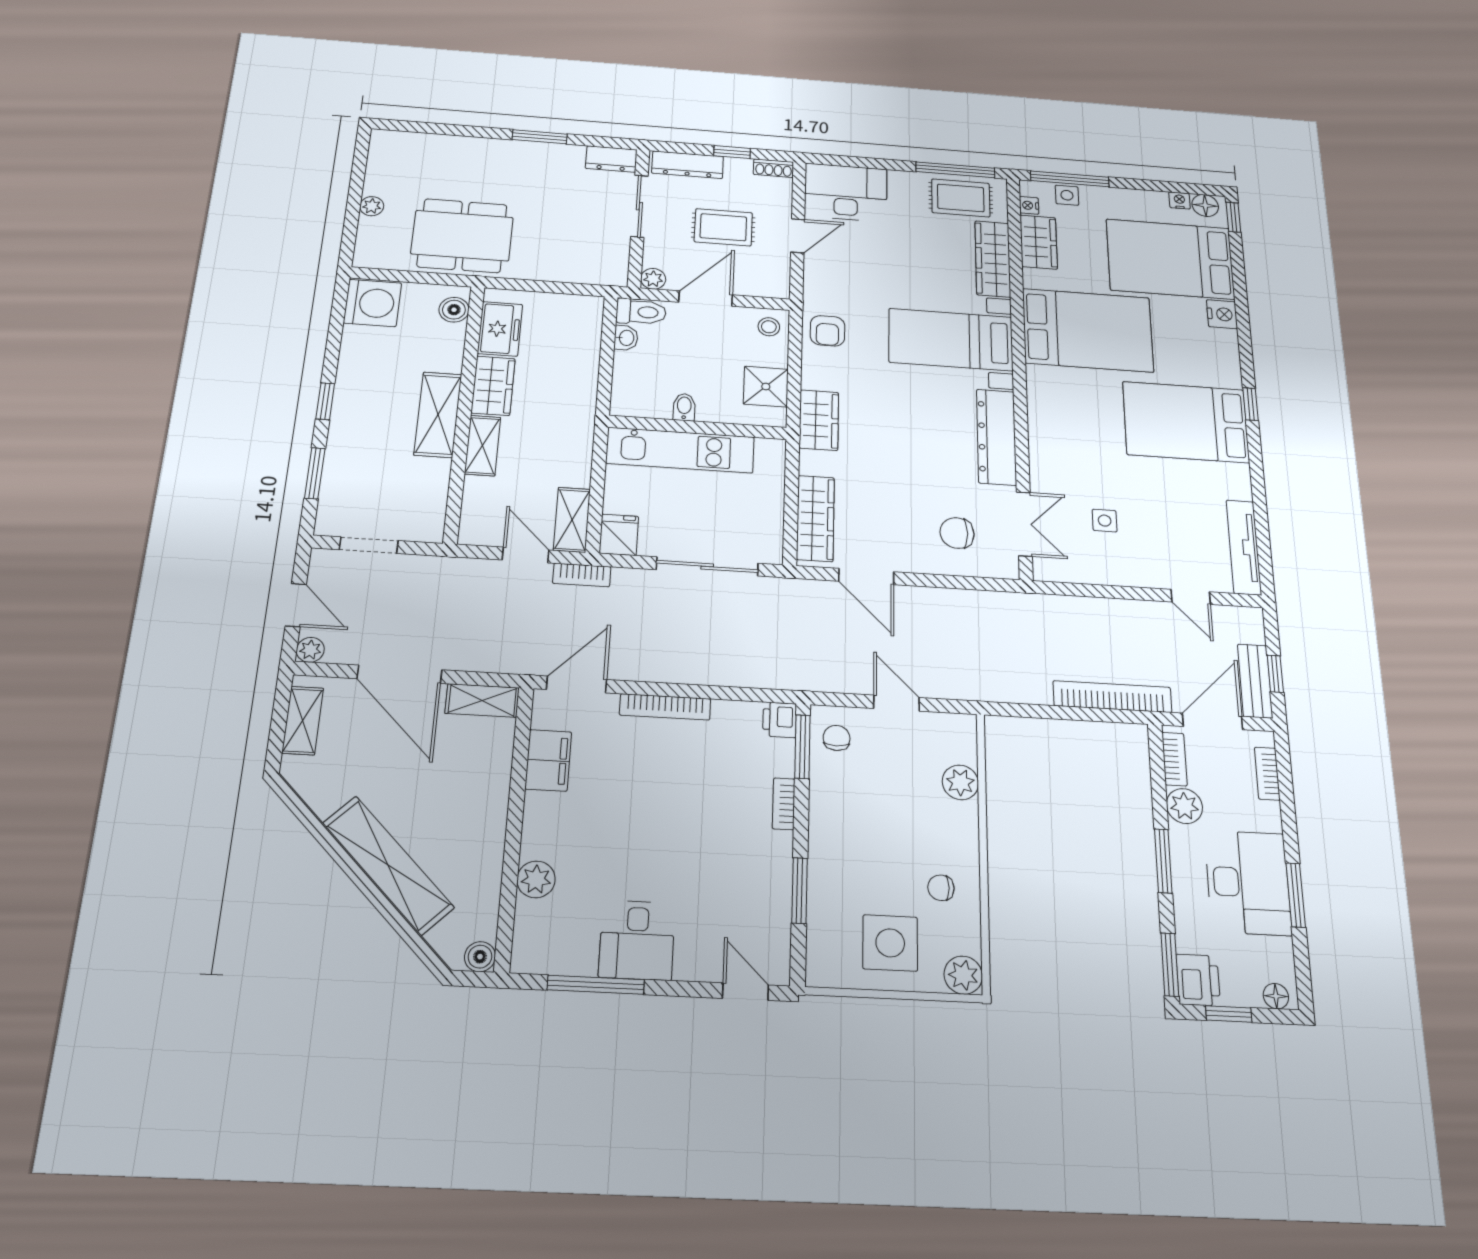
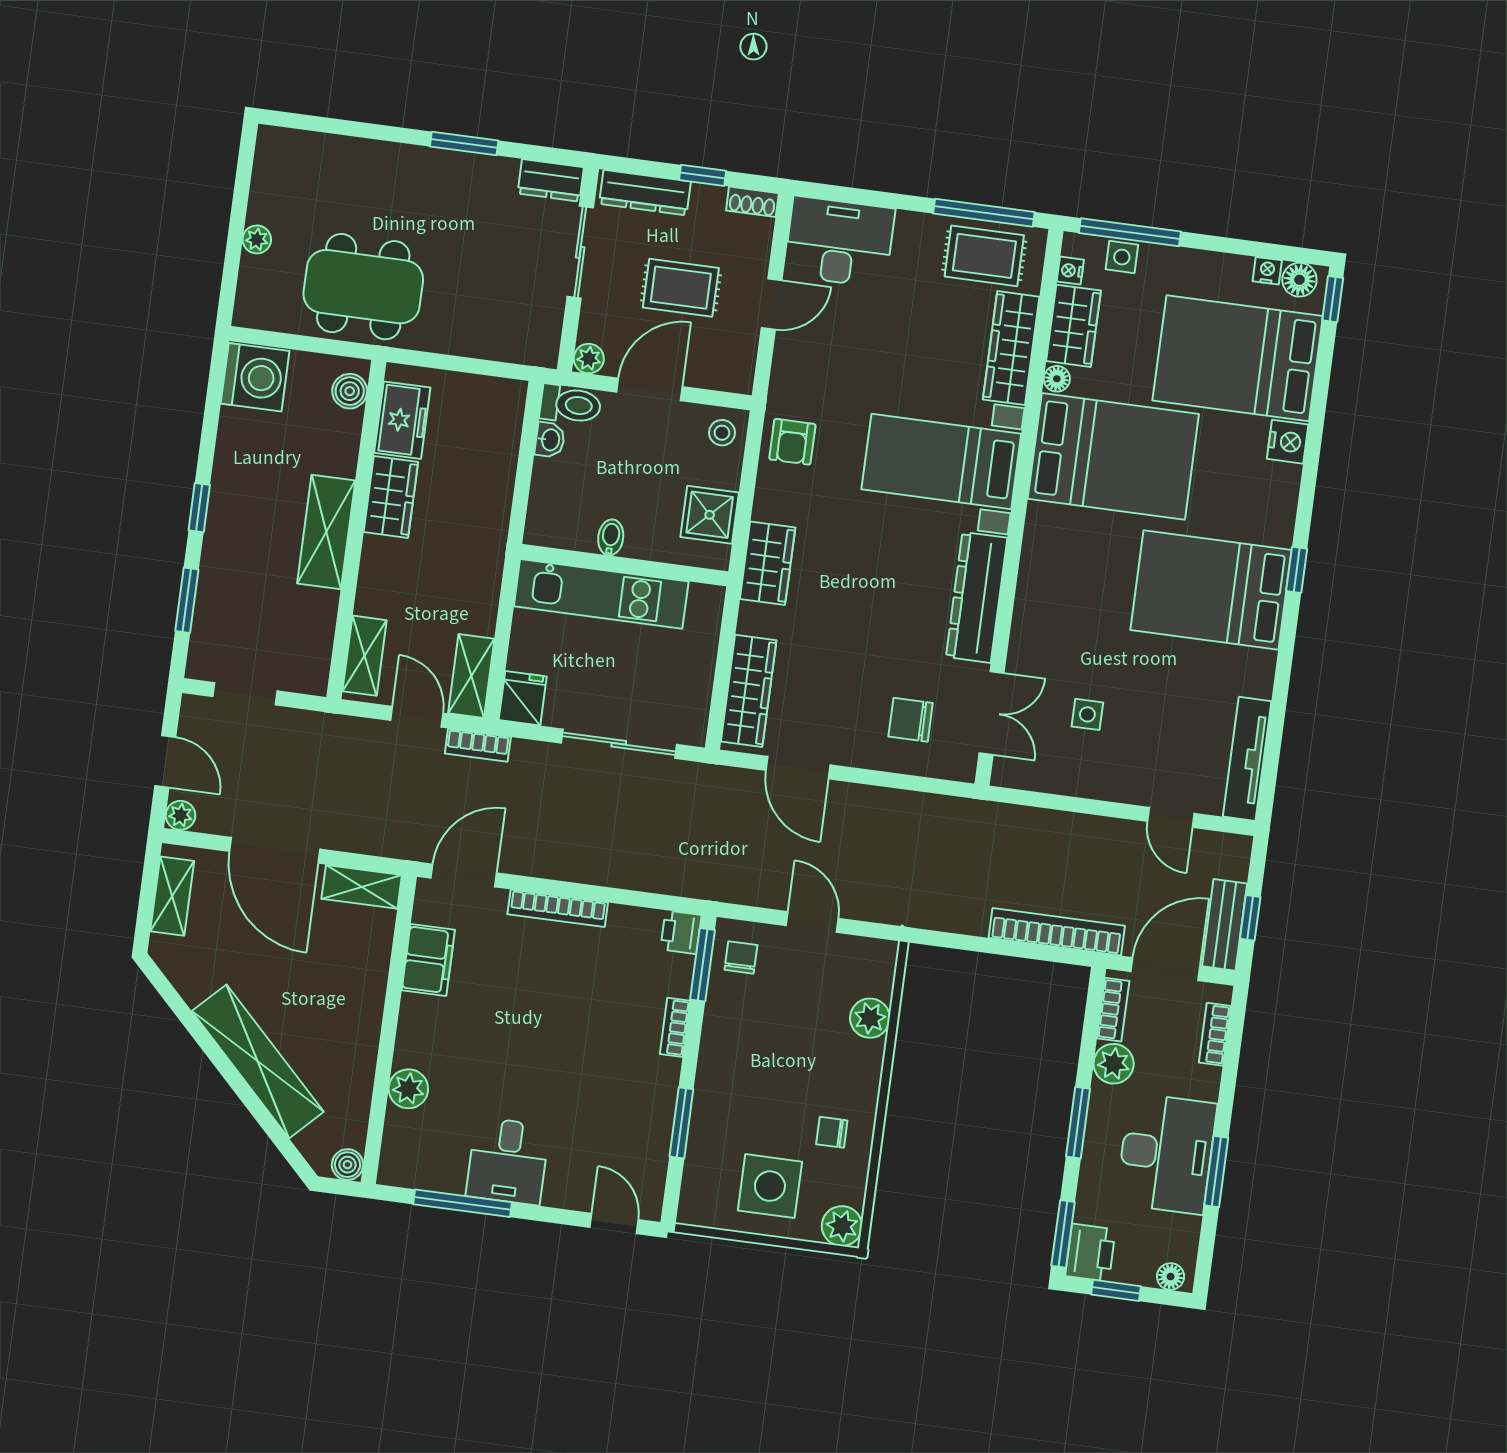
floor lamp: (1033, 278) -> (1057, 379), added
shelving: (483, 446) -> (365, 656), moved

